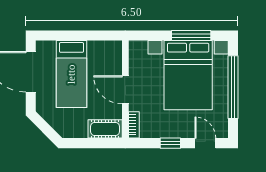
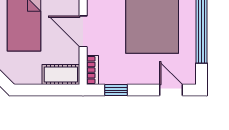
window: (170, 143) -> (116, 90), moved

